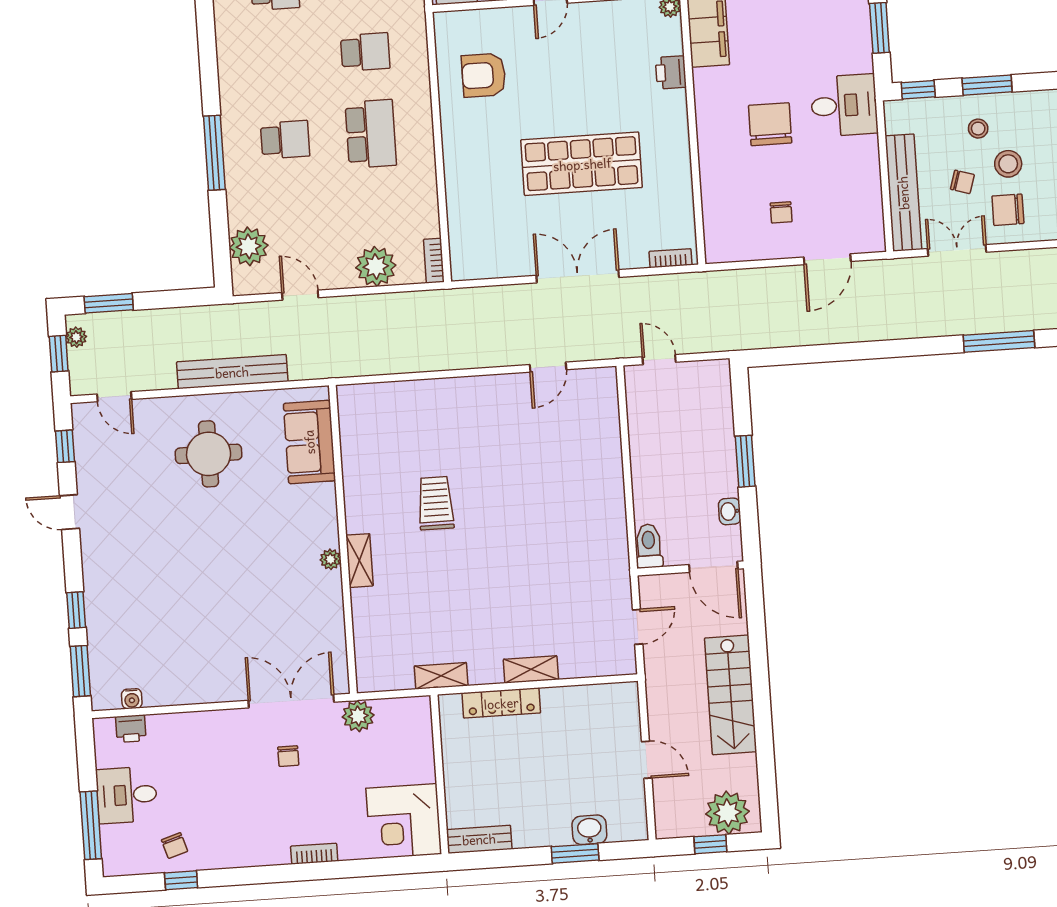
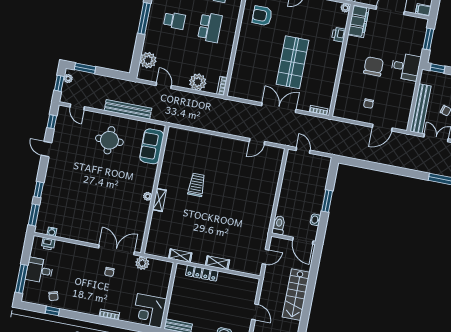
shop shelf: (582, 164) -> (293, 62), turned 90

